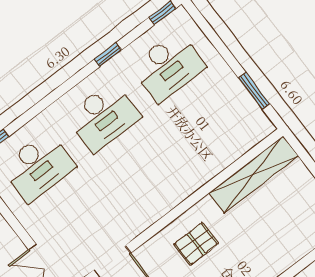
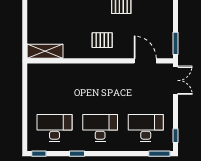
window: (254, 91) -> (25, 88), removed
shelving: (254, 175) -> (45, 51), width x0.68

